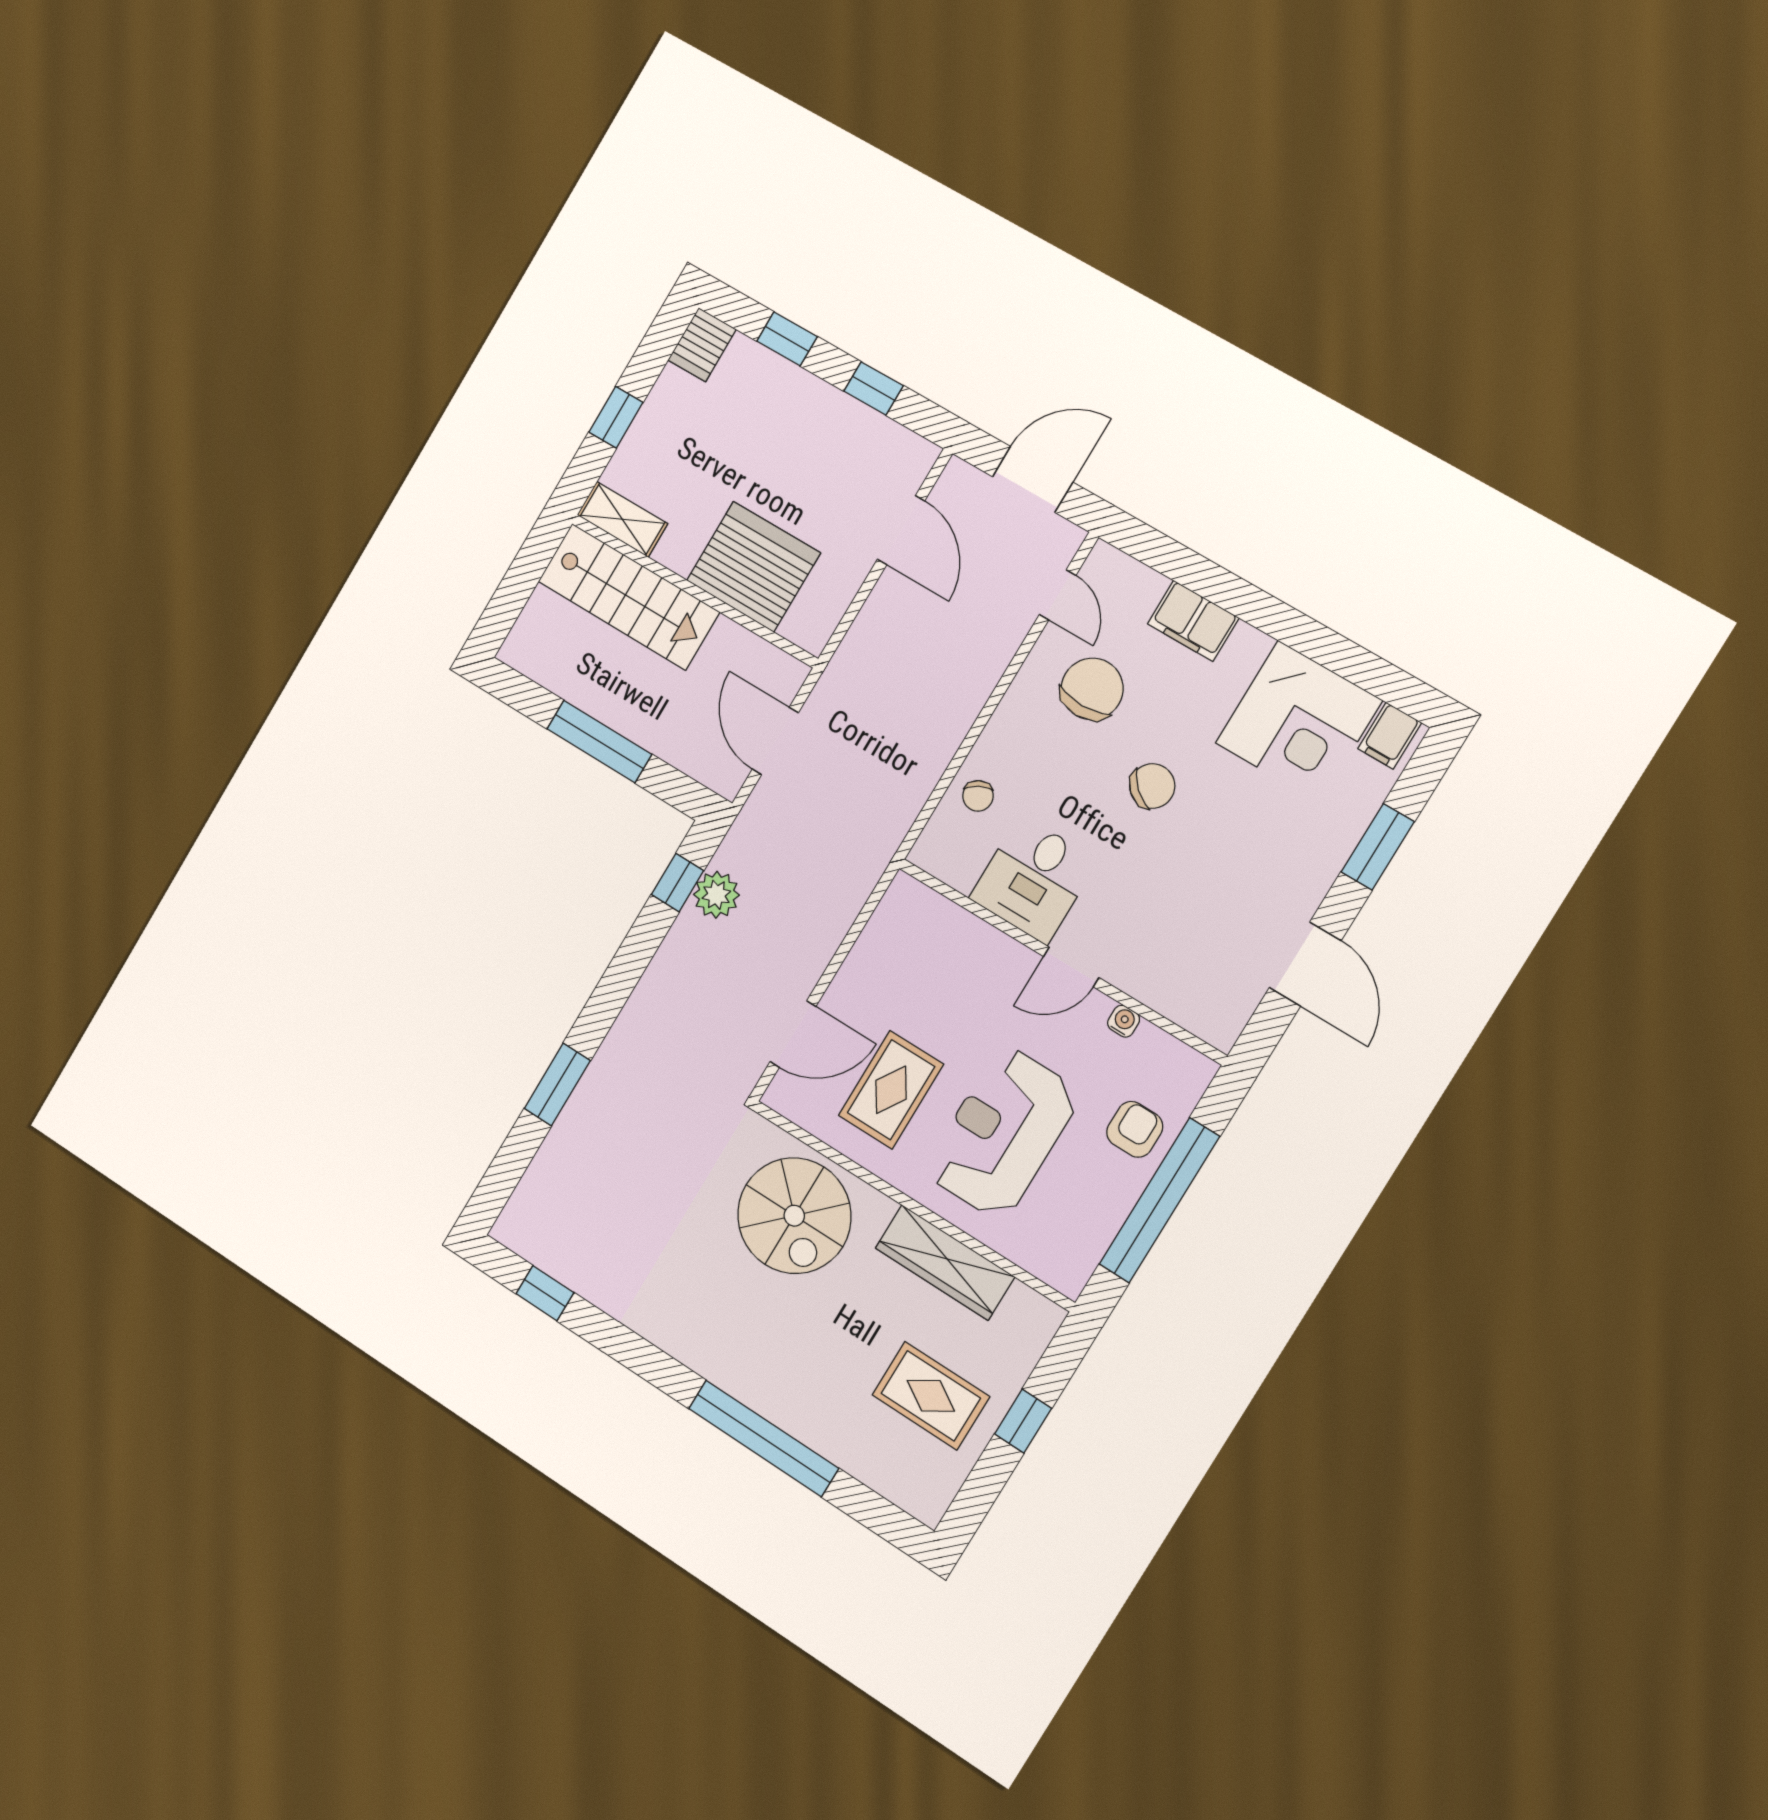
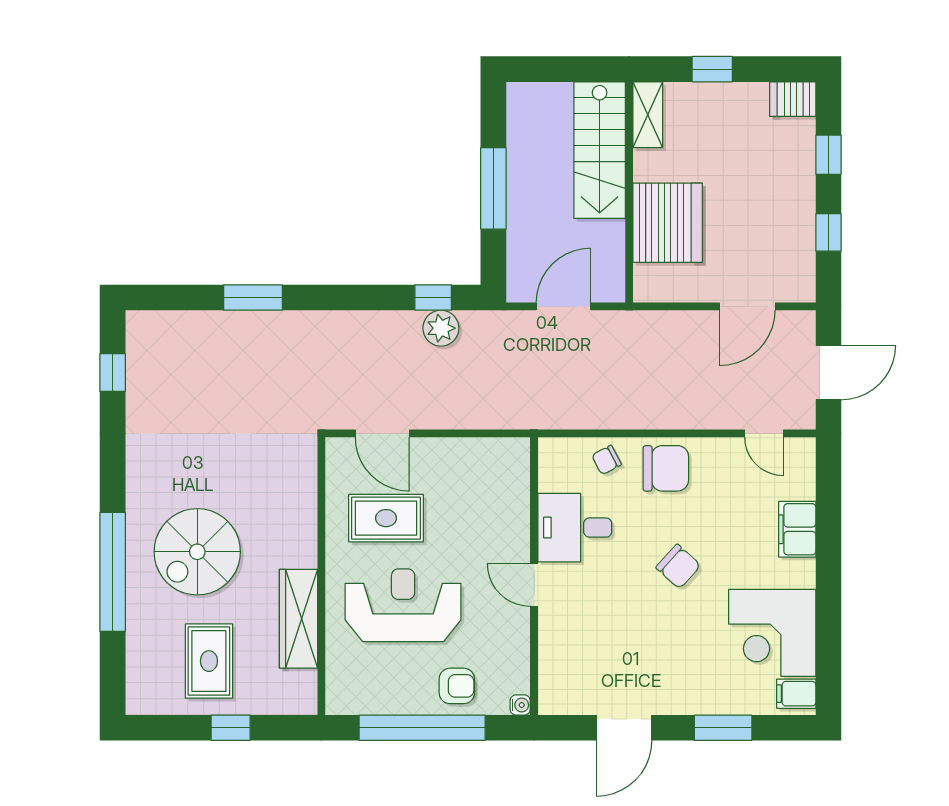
door: (1033, 479) -> (828, 373), hinge flipped
door: (1058, 595) -> (764, 433), hinge flipped
chair: (1092, 689) -> (666, 468), moved
water cooler: (1124, 1021) -> (520, 705), moved
spiral stairs: (794, 1216) -> (197, 552), moved

